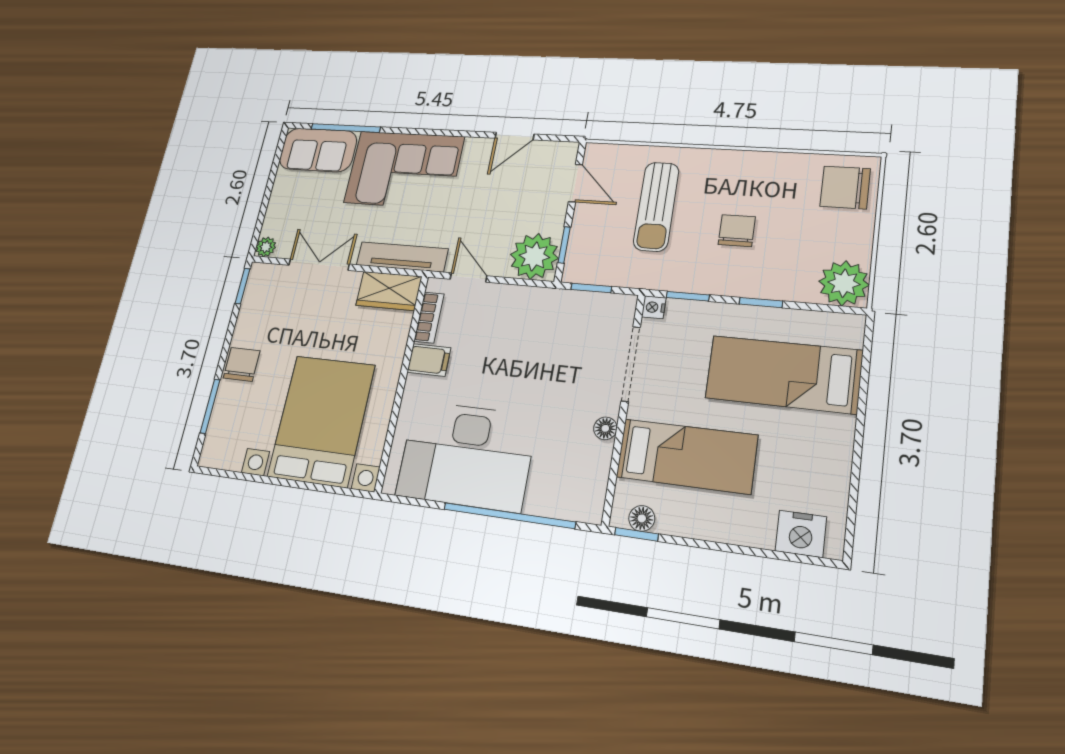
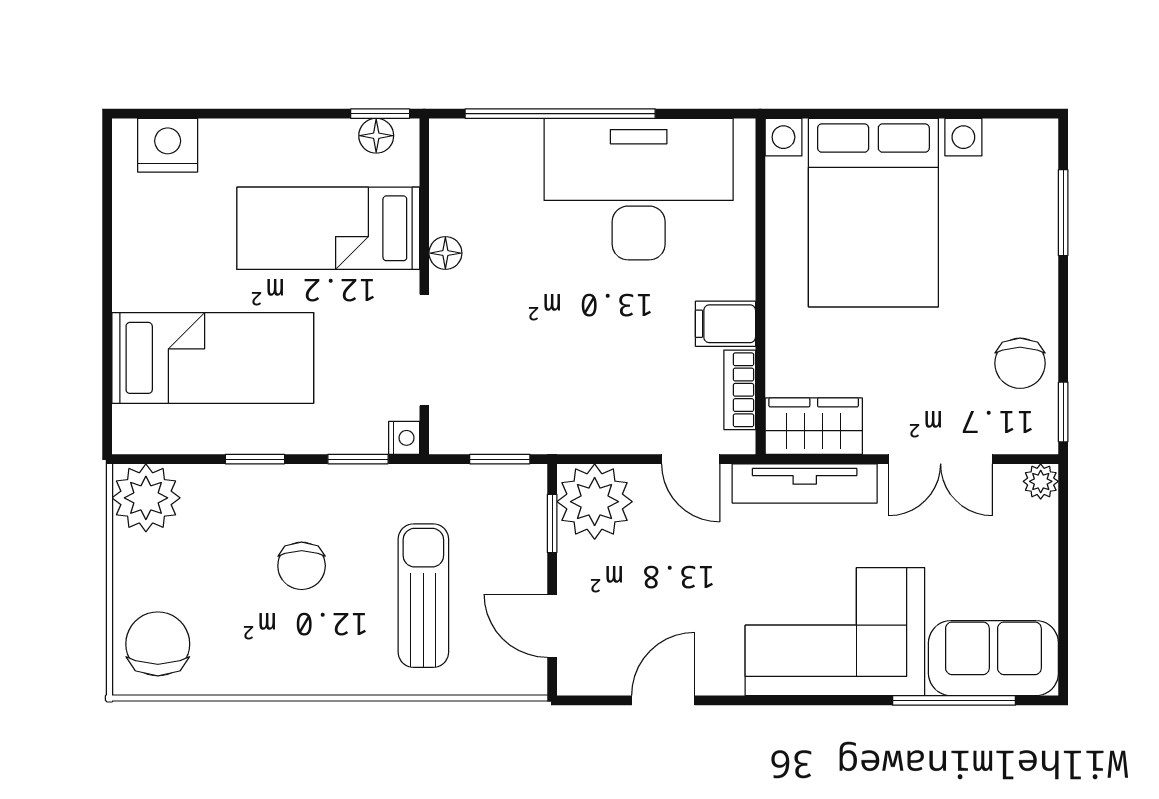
chair: (845, 187) -> (158, 644), turned -90
chair: (242, 364) -> (1020, 363), moved

